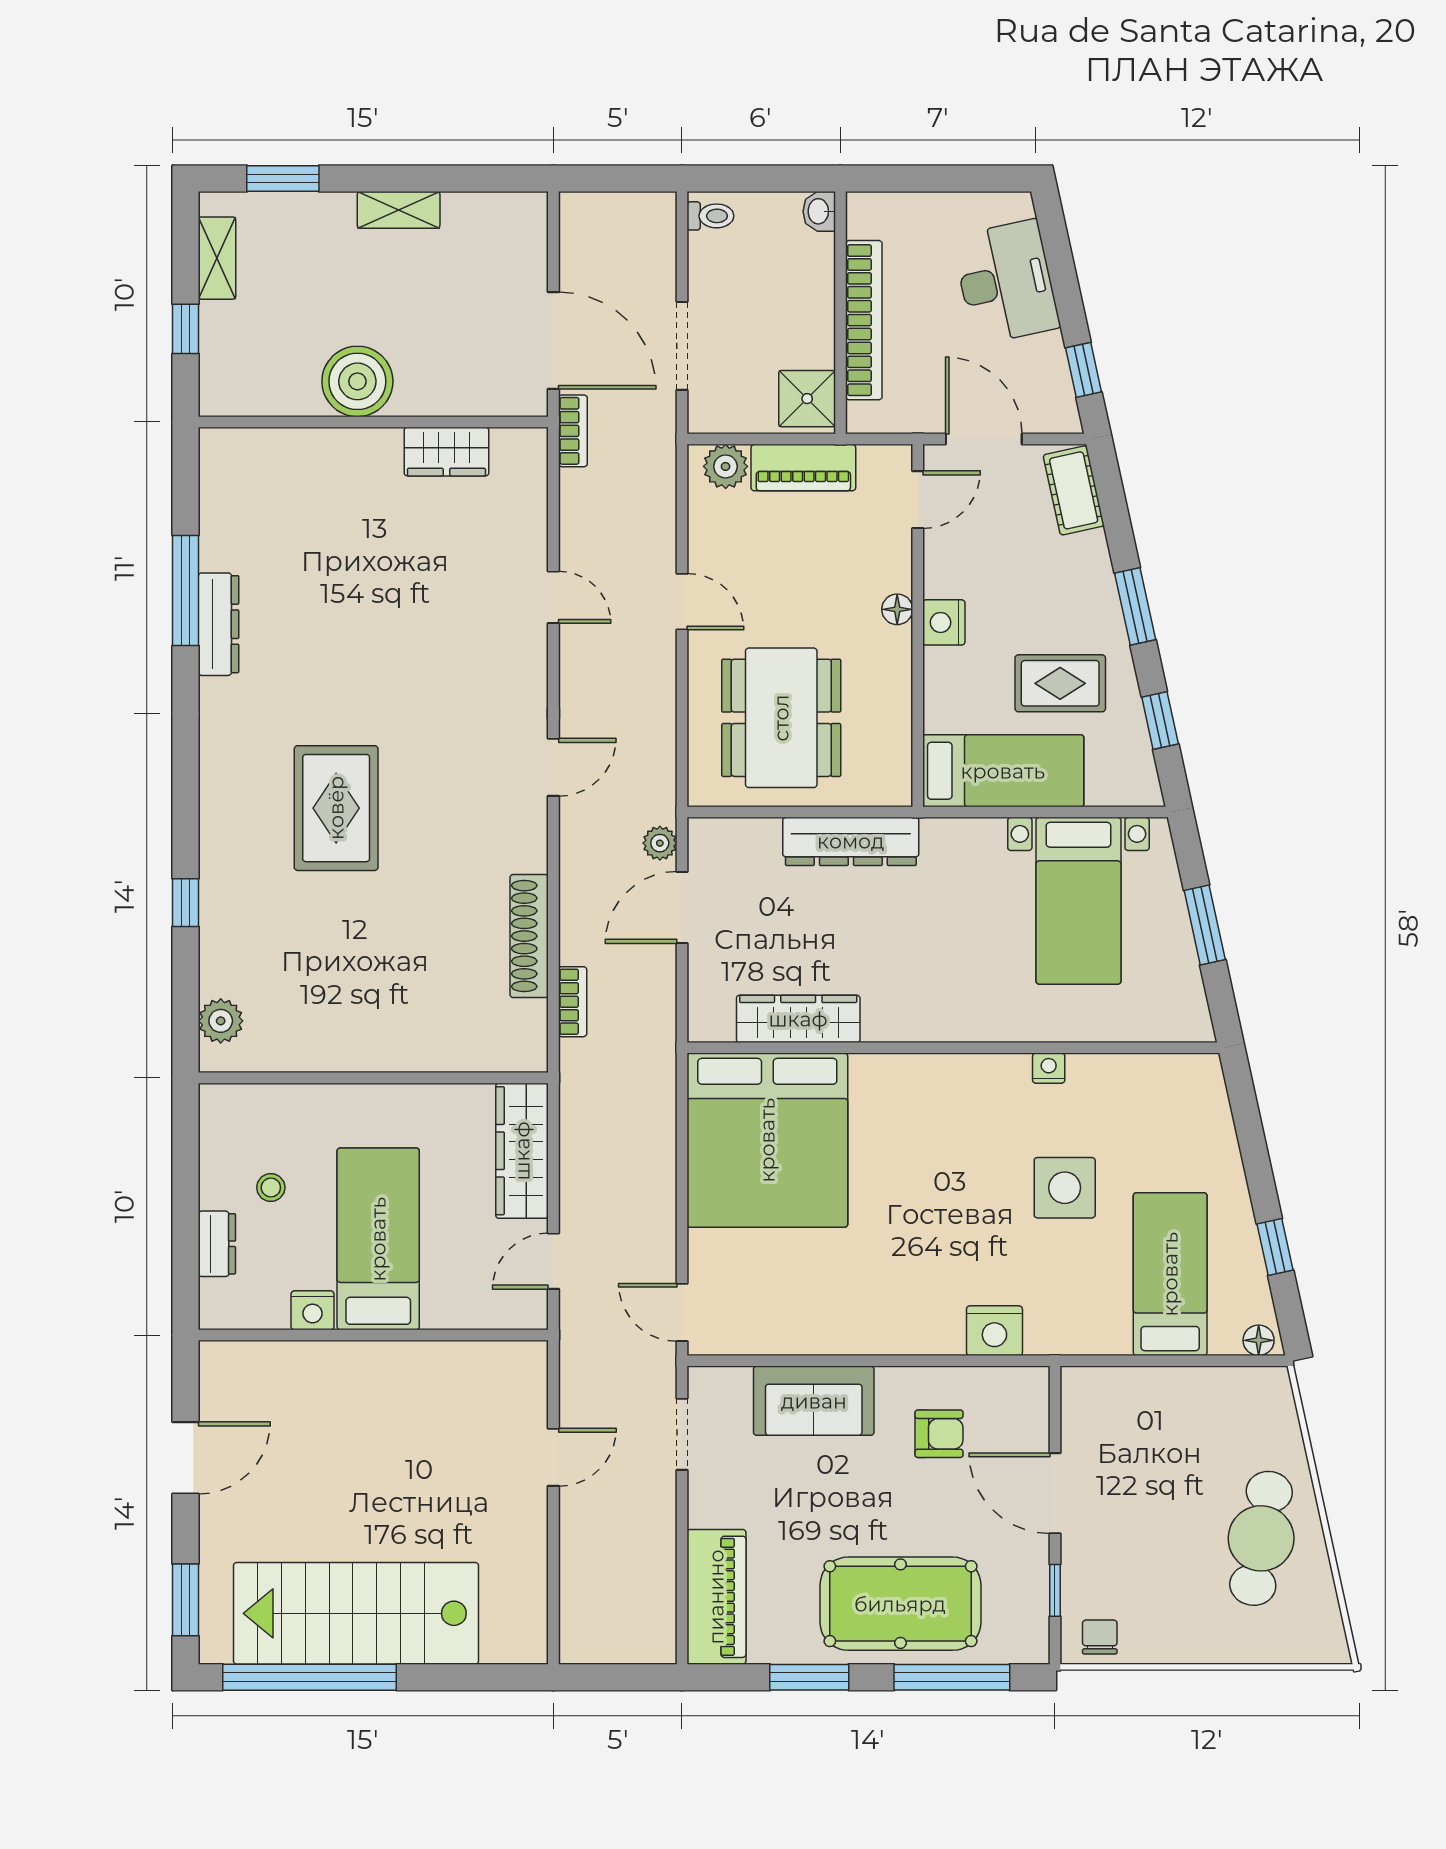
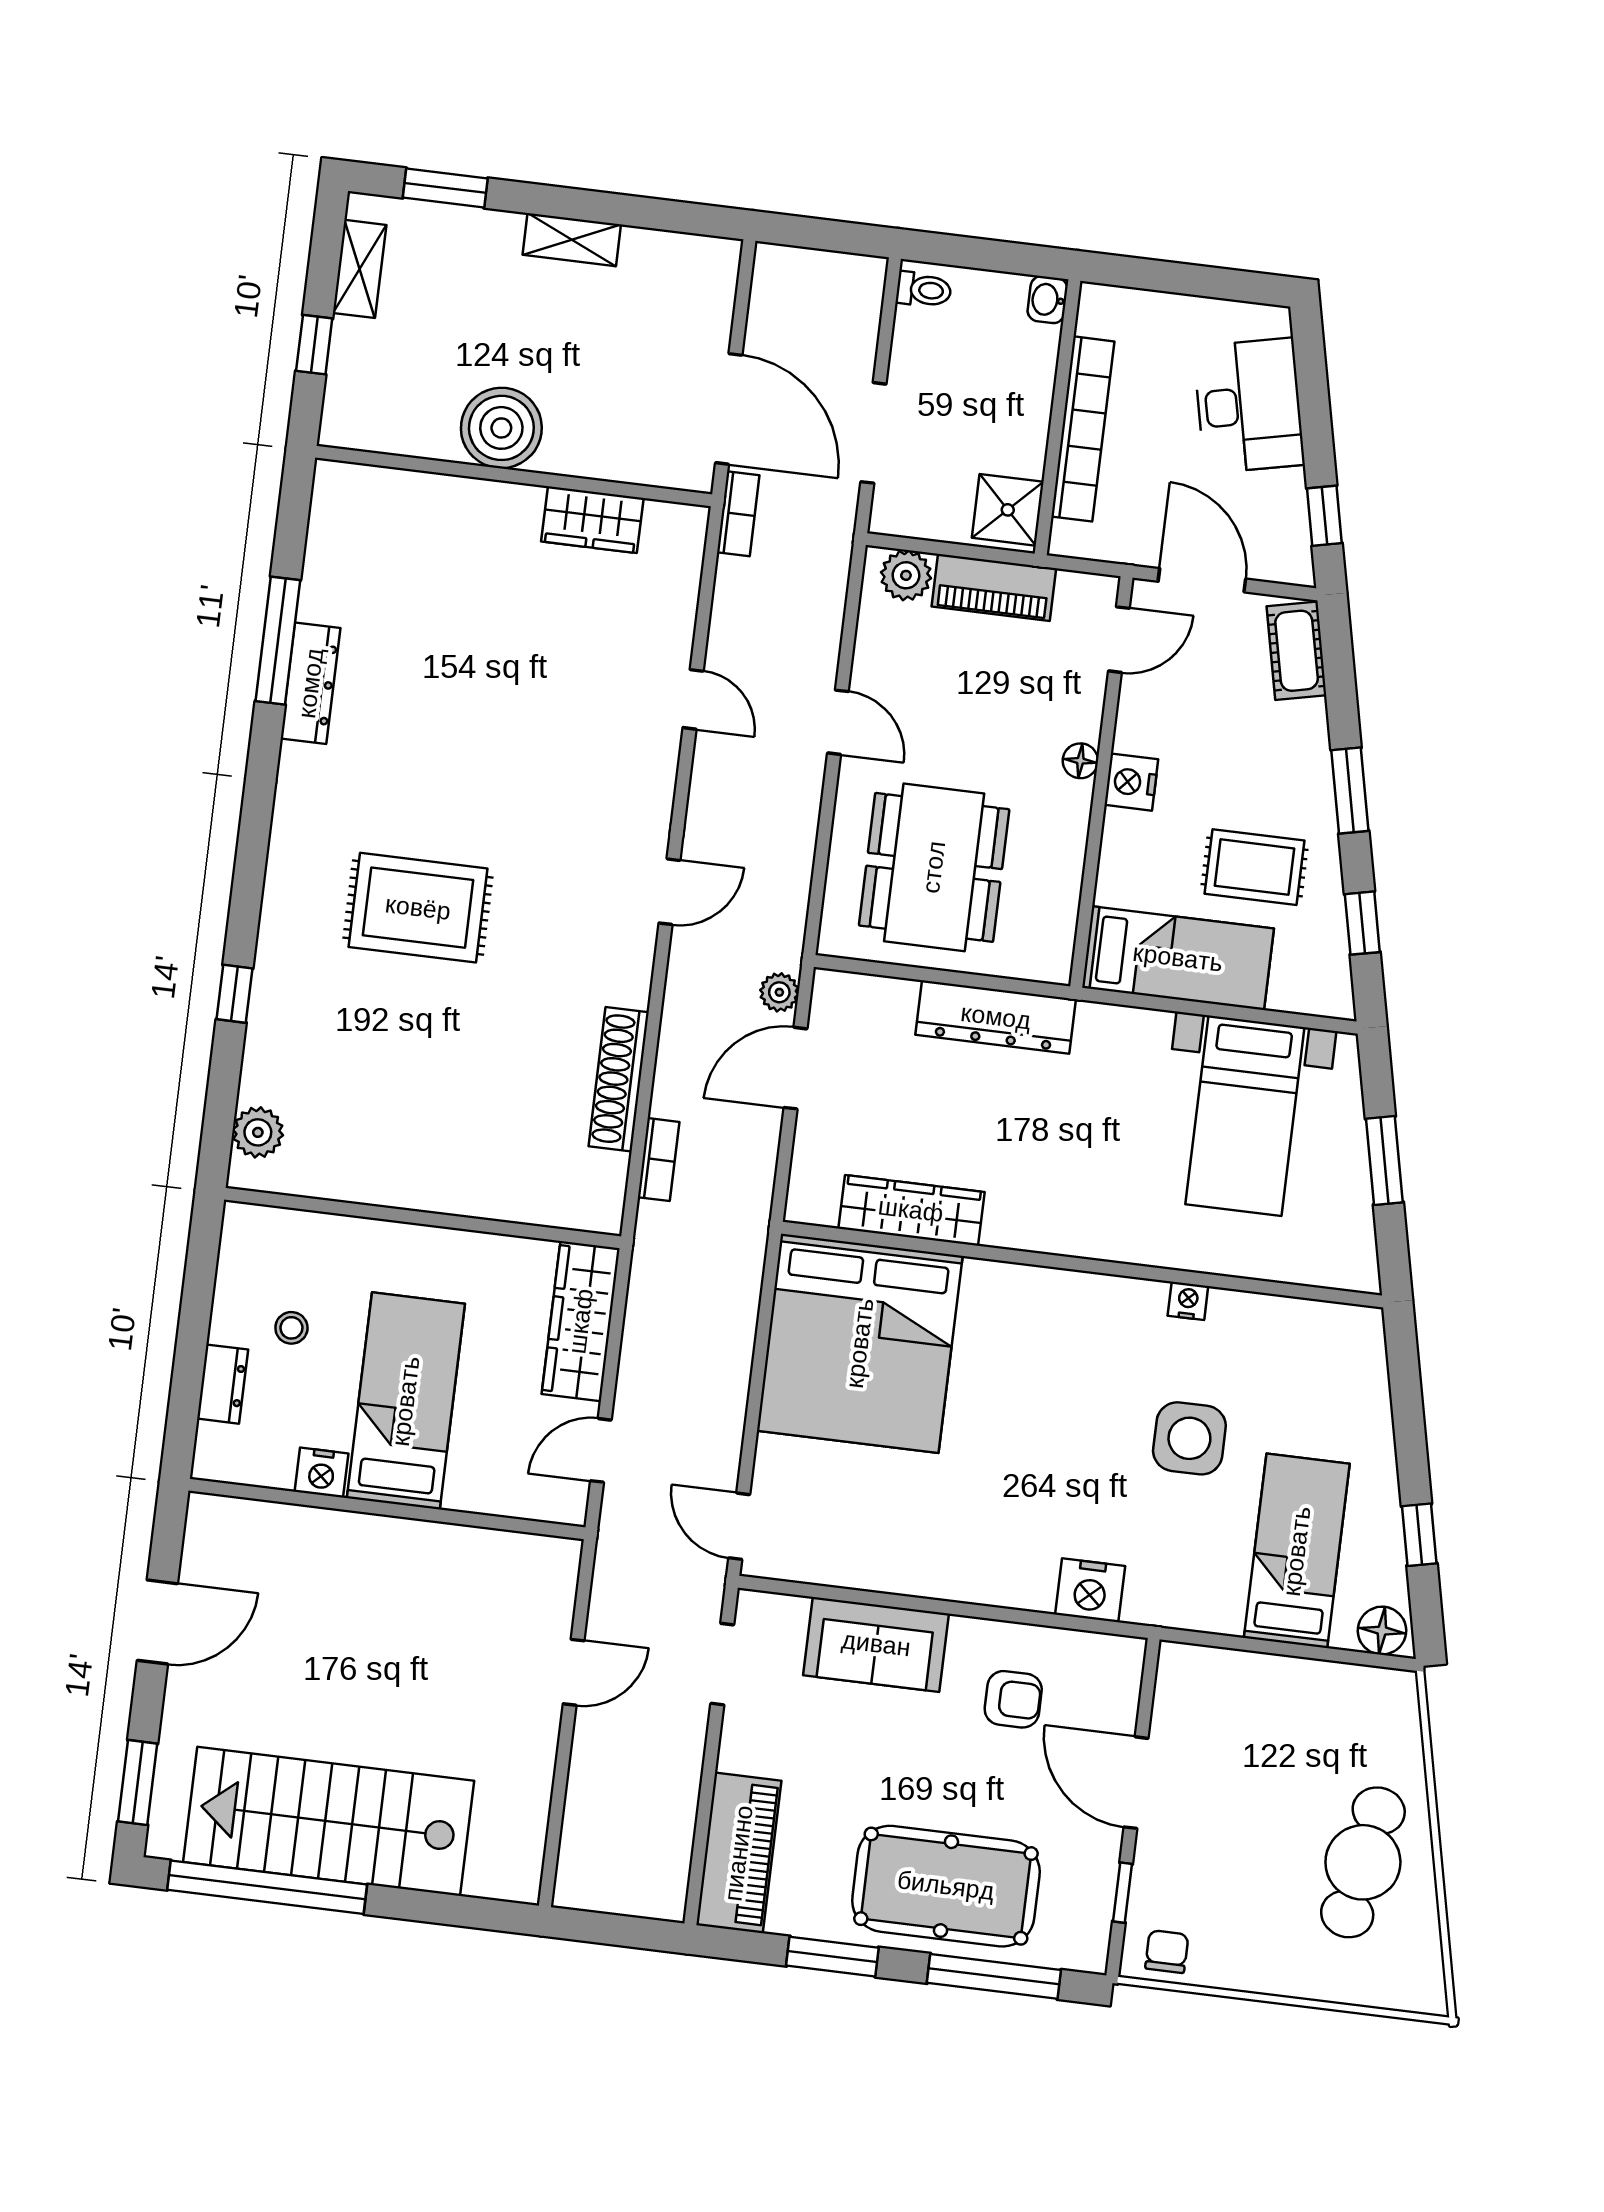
rug: (336, 808) -> (418, 908), turned 90
floor lamp: (1259, 1340) -> (1382, 1631), width x1.37, depth x1.37

